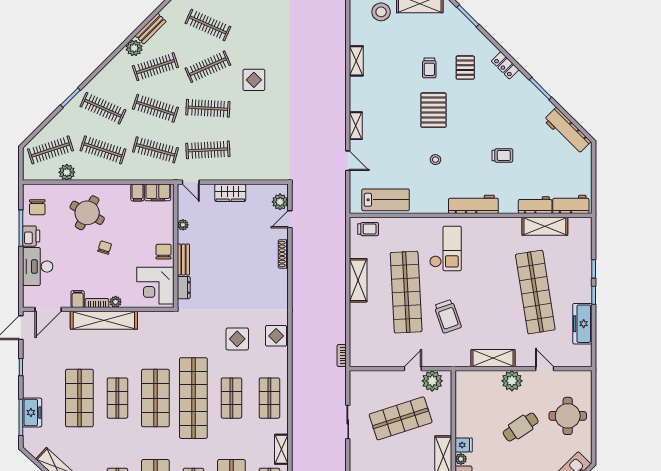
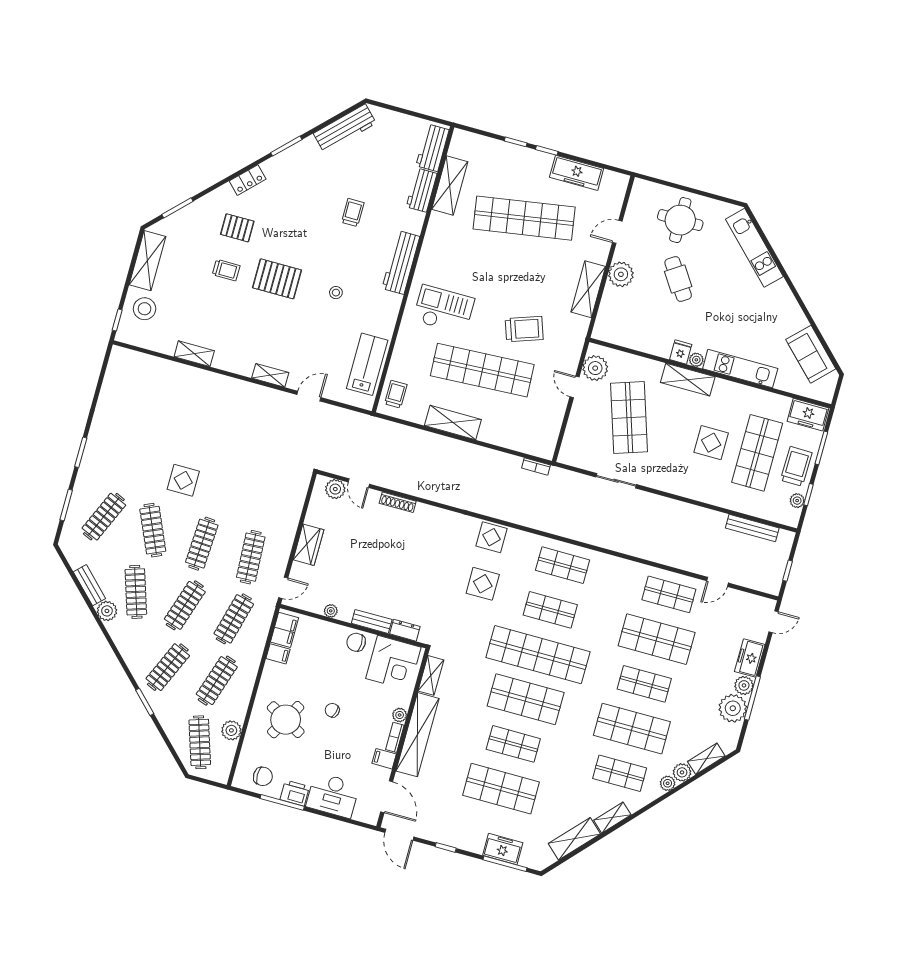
shelving: (281, 449) -> (431, 675), moved, turned 90

